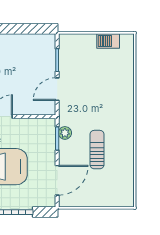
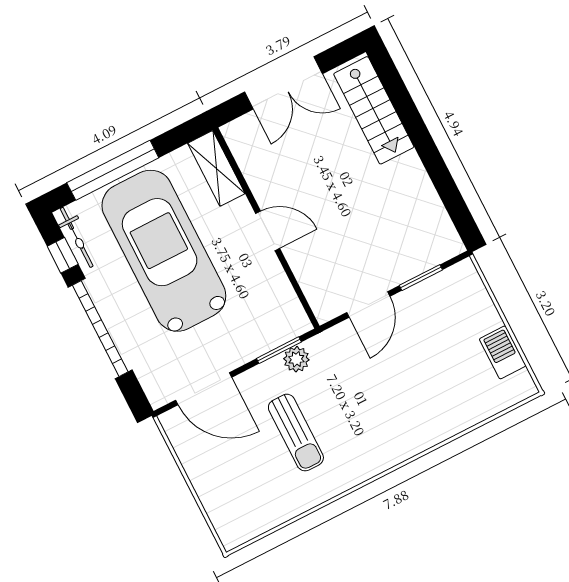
door: (57, 89) -> (368, 304), swing flipped
sun lounger: (97, 150) -> (296, 433), turned 90

